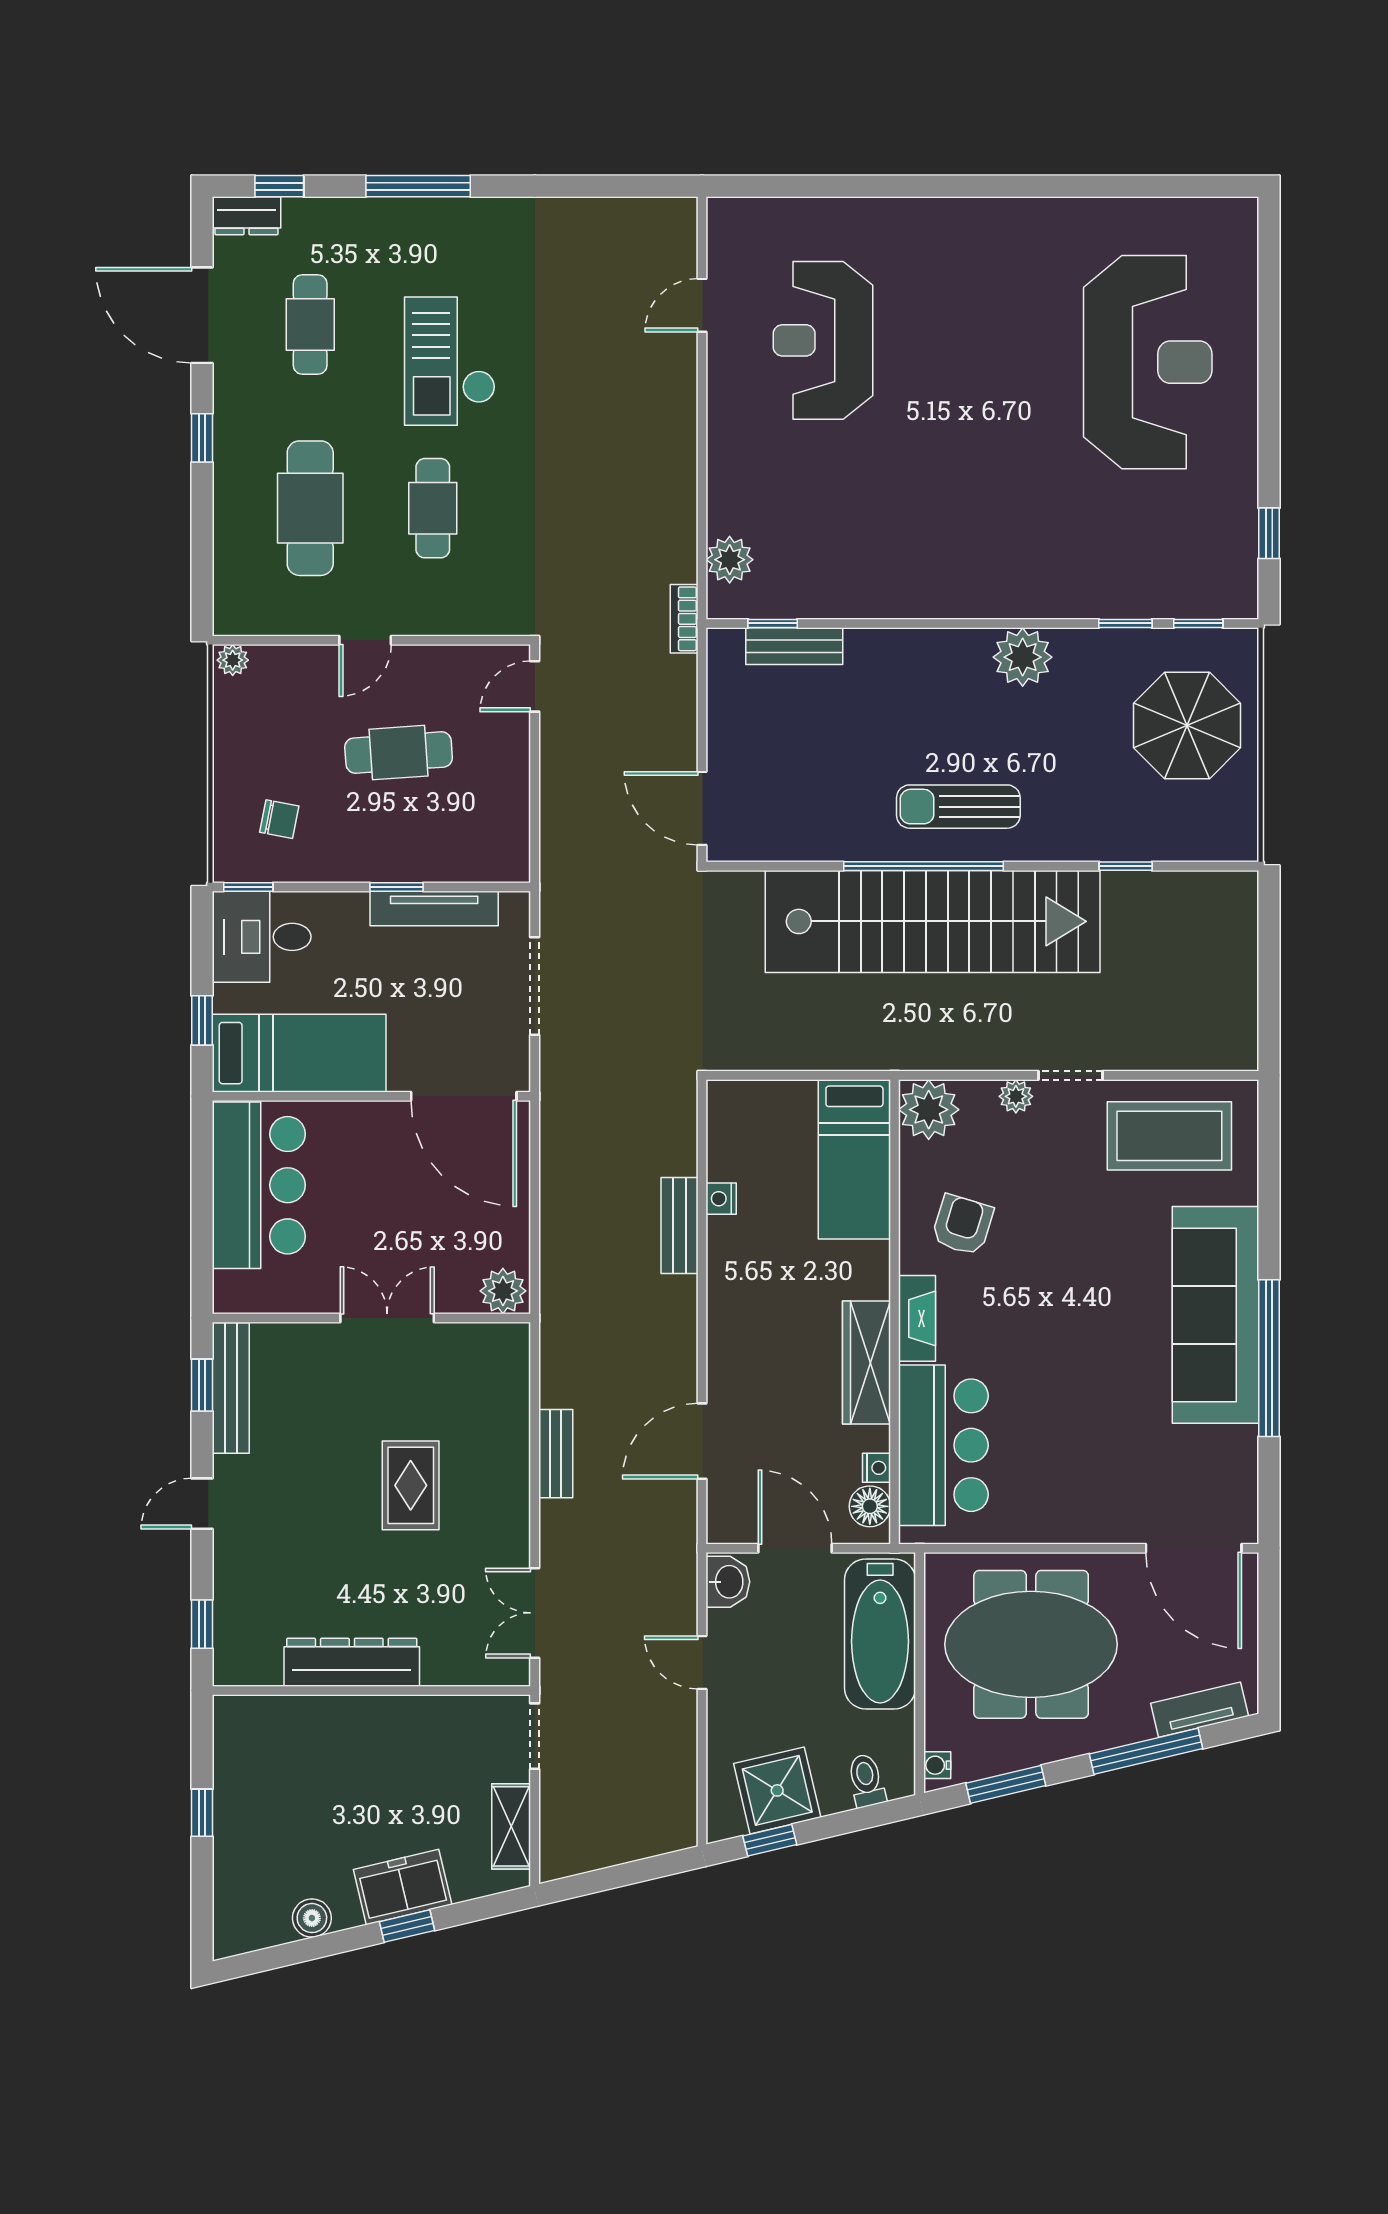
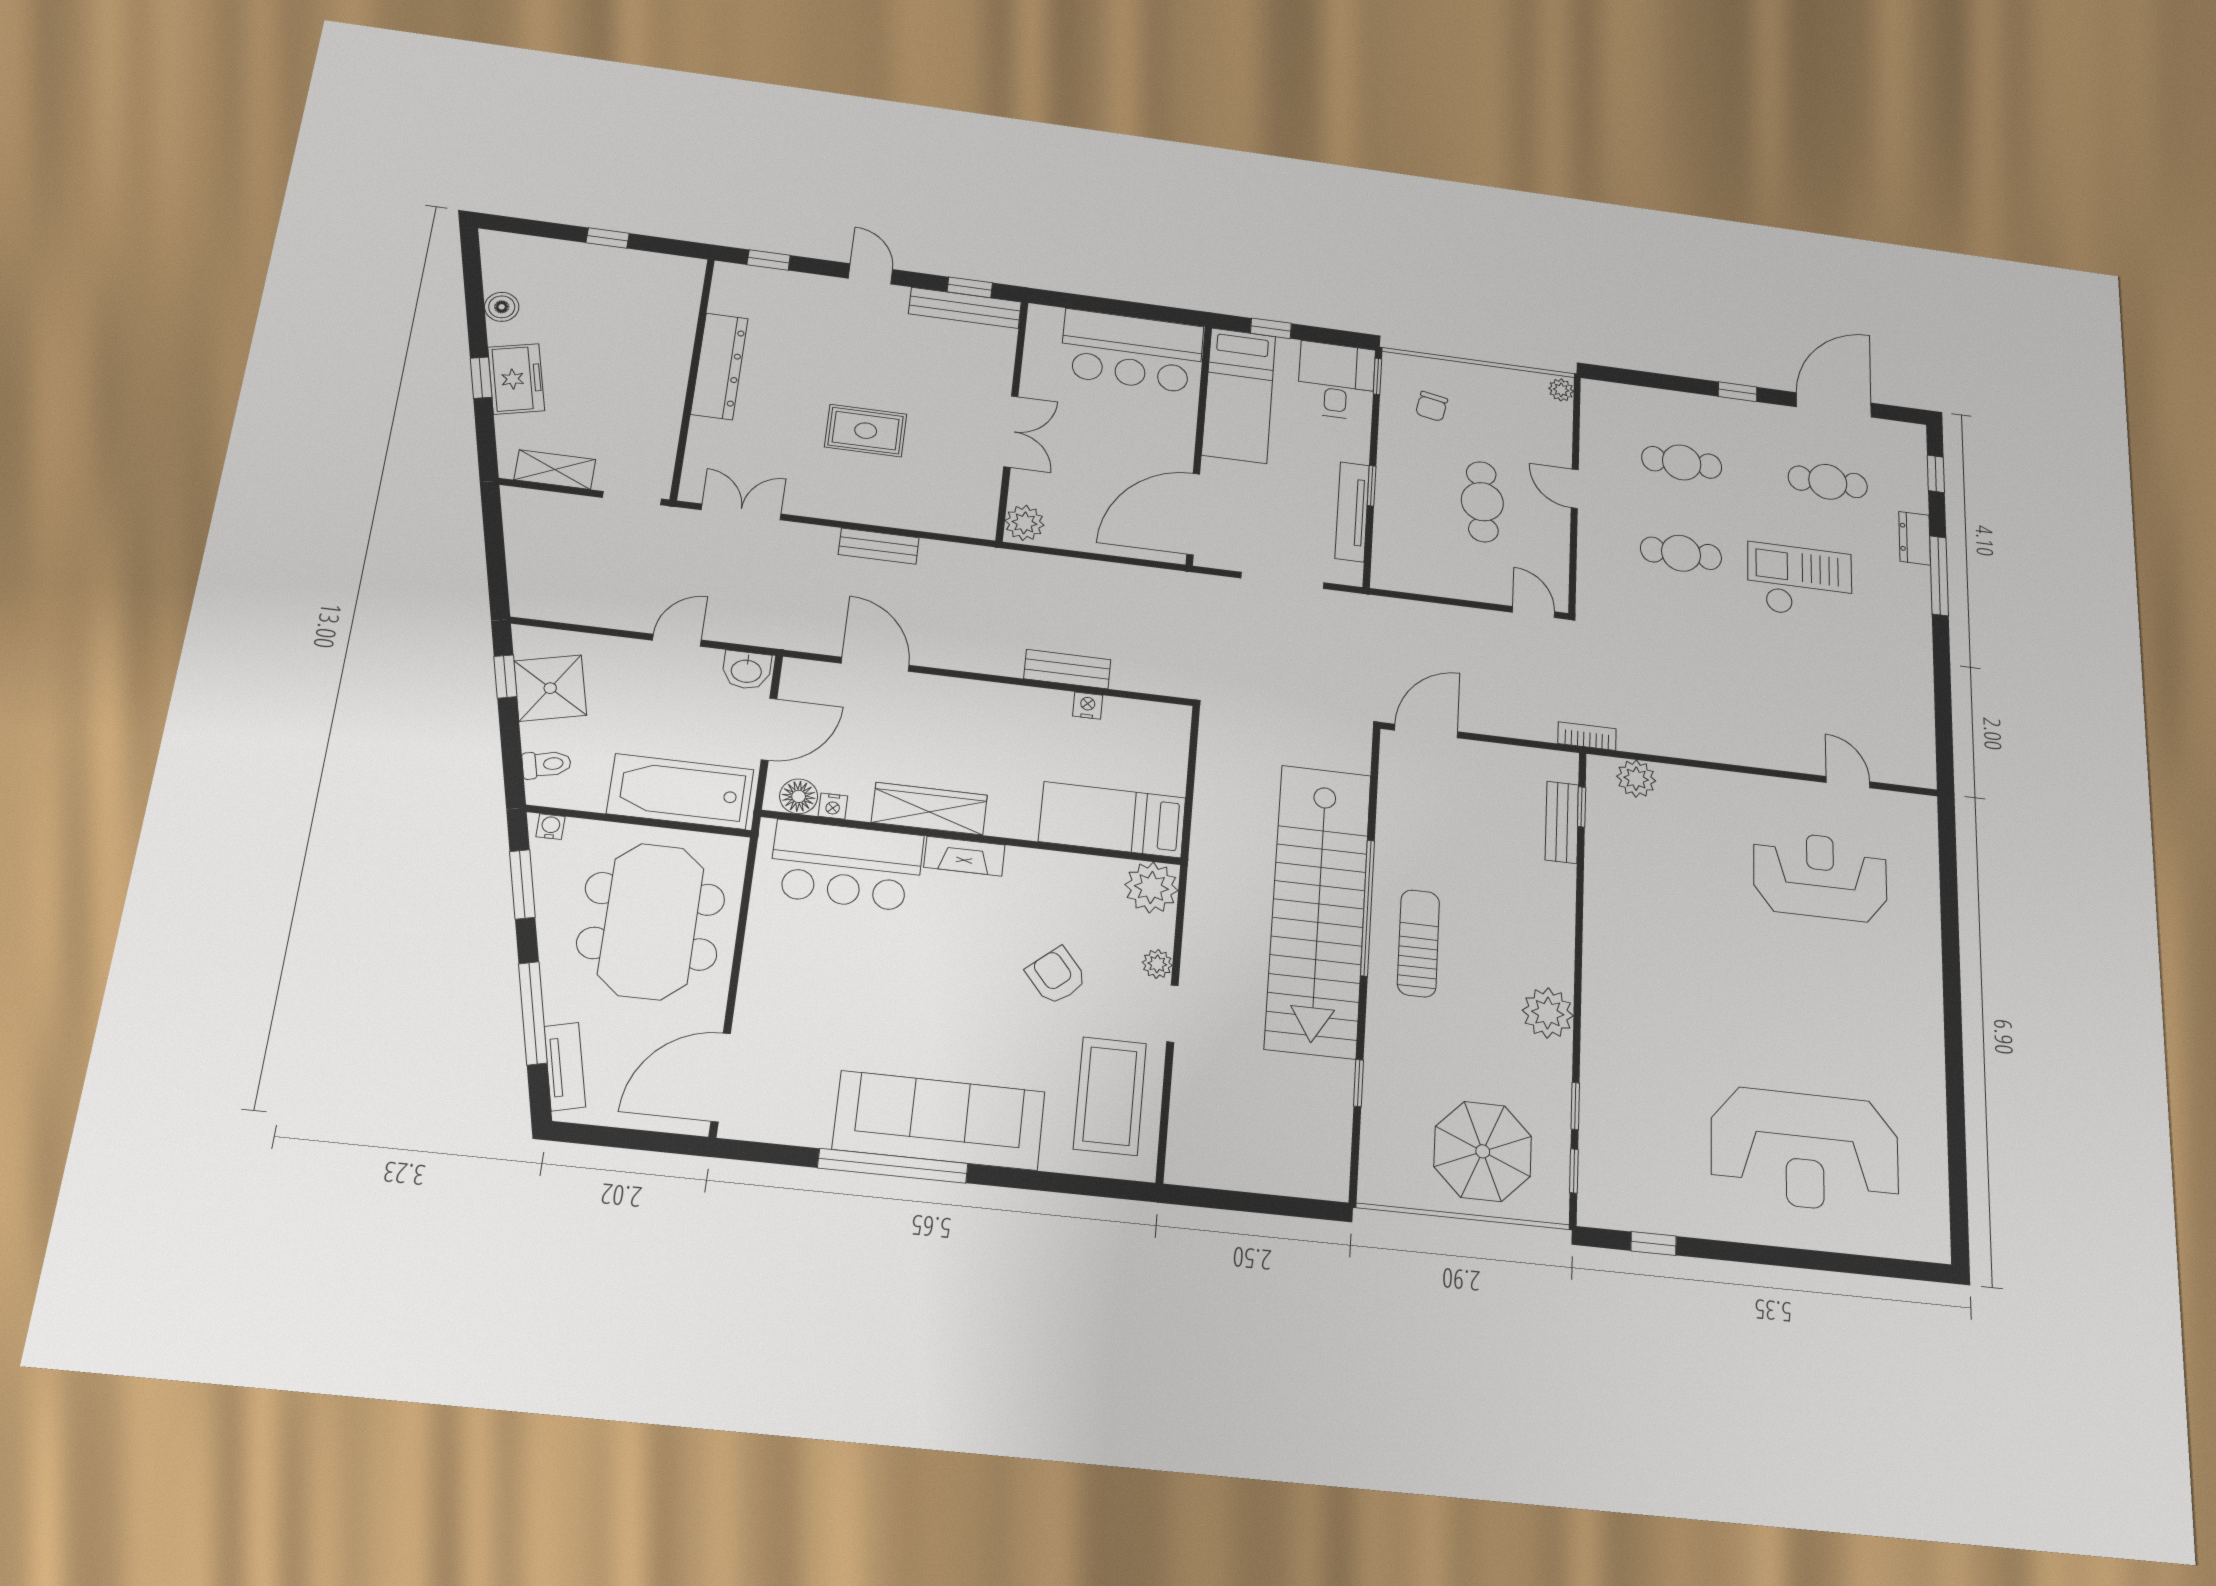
dresser: (246, 216) -> (1915, 538), moved
cafe table: (310, 508) -> (1682, 462), width x0.73, depth x0.74
armchair: (962, 1225) -> (1056, 976), moved, turned -147

